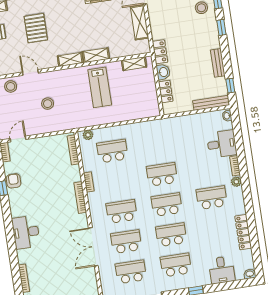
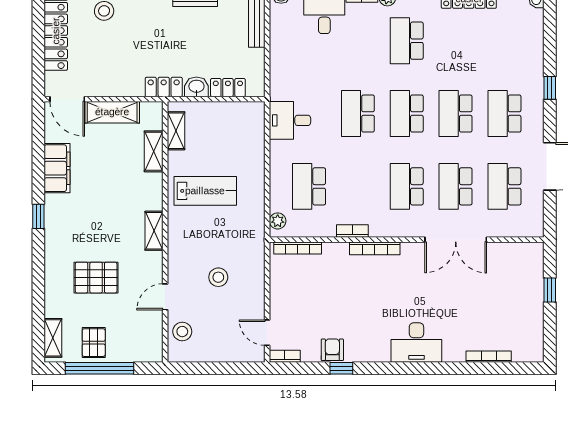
shelving: (96, 55) -> (154, 151), moved
armchair: (14, 181) -> (332, 350), turned 90
desk: (222, 270) -> (290, 120), moved, turned 180

